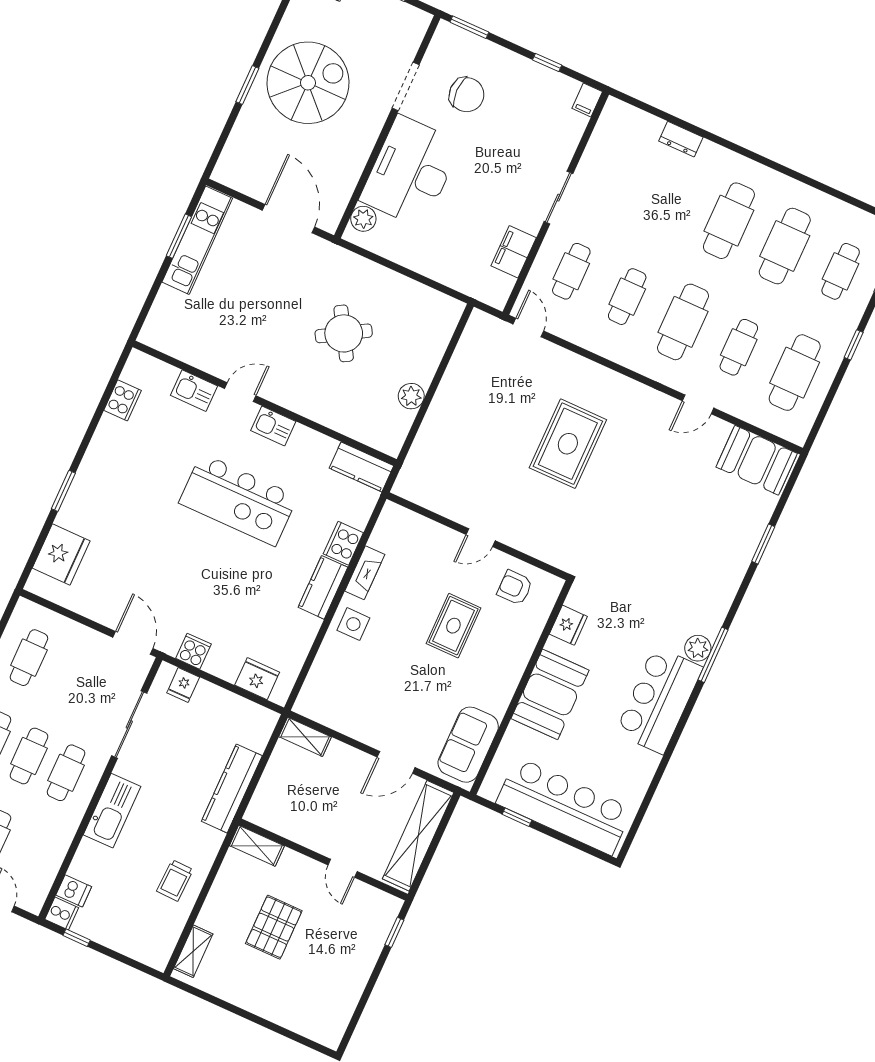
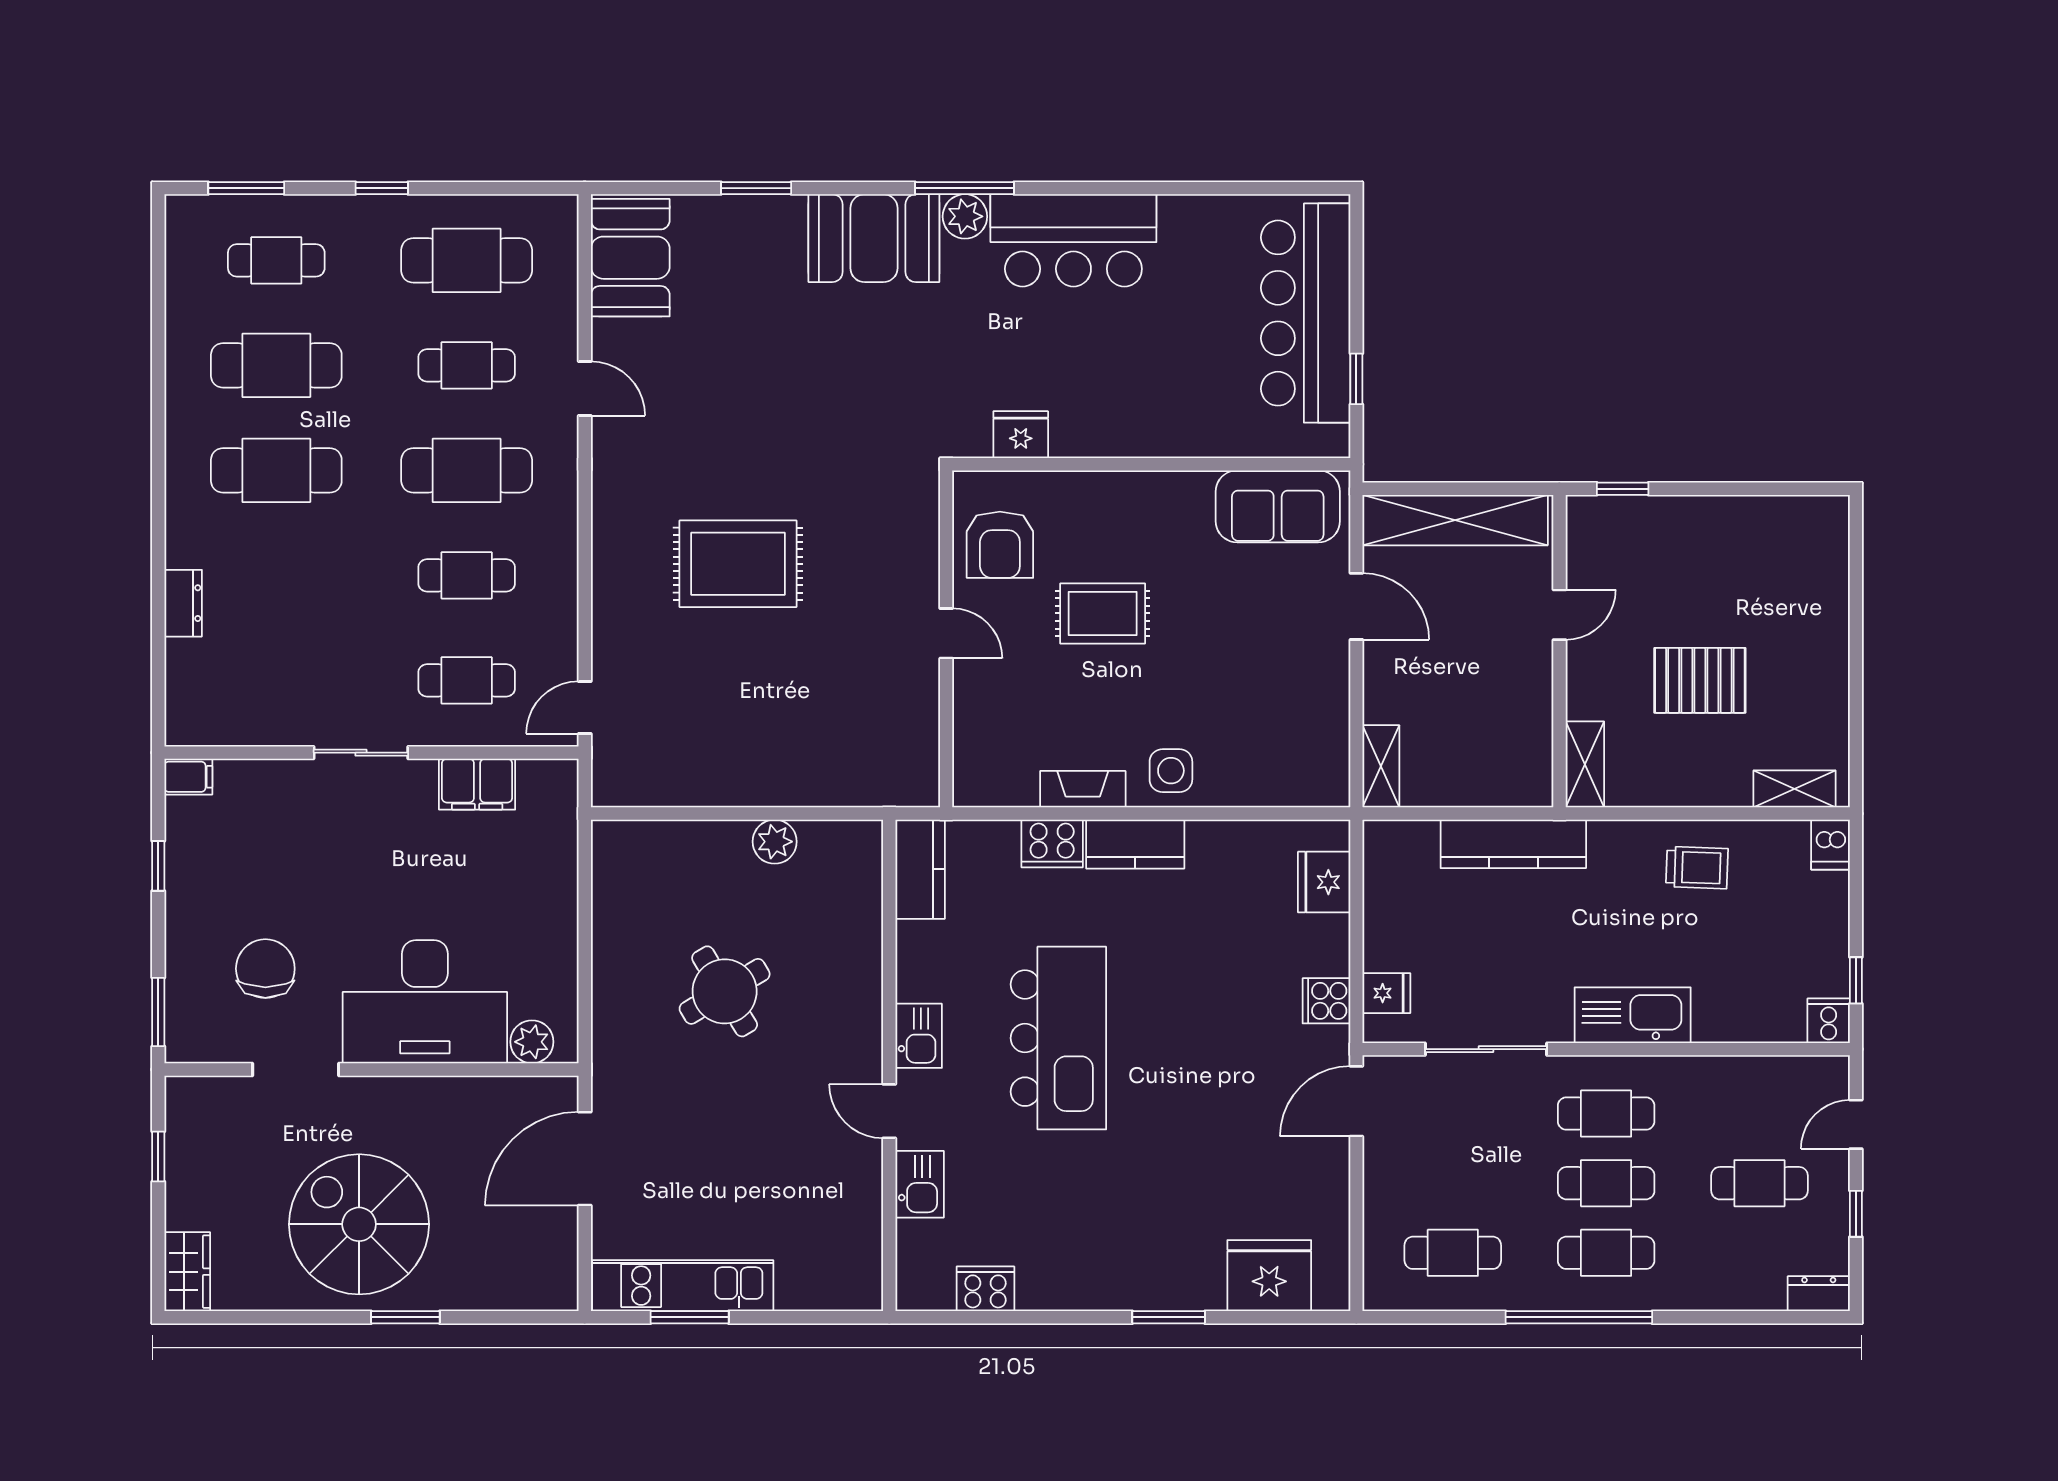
armchair: (515, 588) -> (1000, 545), width x1.38, depth x1.38
booth: (550, 694) -> (874, 238), moved
dishwasher: (74, 891) -> (1830, 845), moved, turned 180

